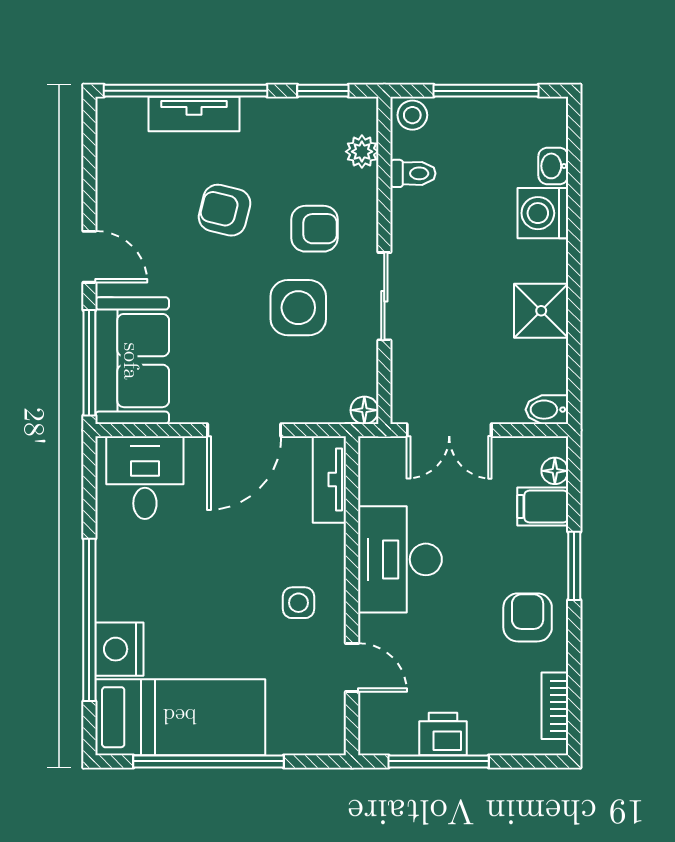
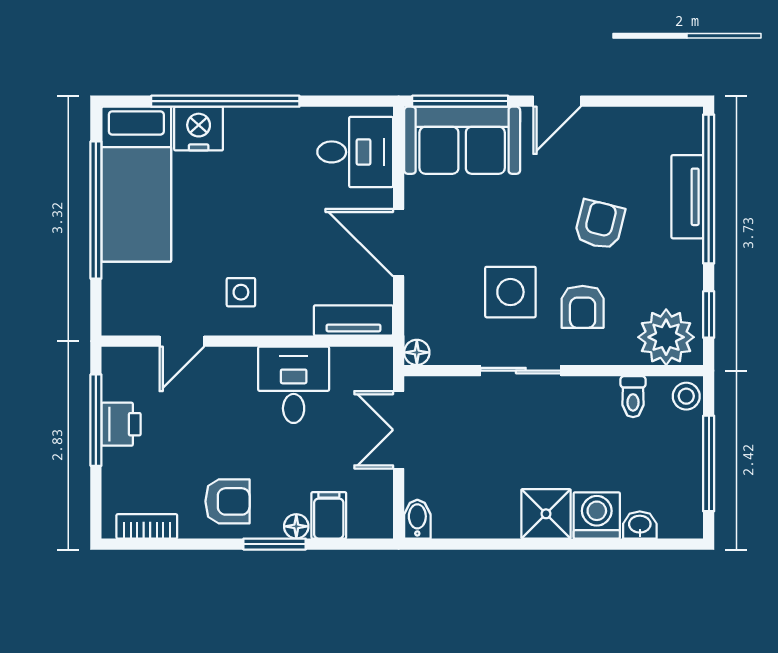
plant: (362, 152) -> (666, 337), width x1.88, depth x1.88
shower: (541, 311) -> (546, 514), moved
floor lamp: (555, 471) -> (296, 526), moved
desk: (400, 559) -> (294, 385), width x0.73

